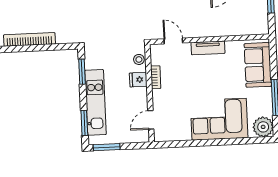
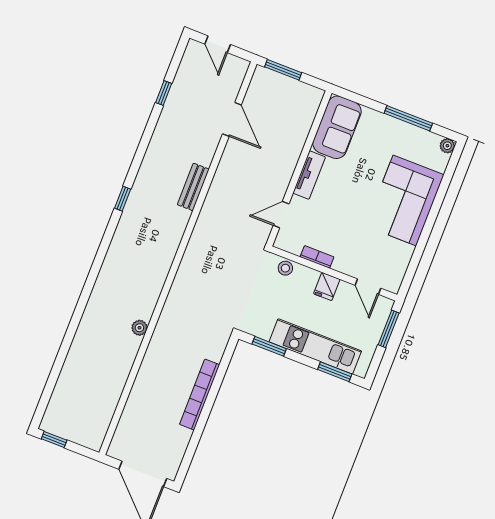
sofa: (258, 65) -> (337, 127), moved, turned -90
fridge: (138, 80) -> (327, 286), moved
plant: (263, 127) -> (447, 146), width x0.53, depth x0.53
window: (107, 147) -> (389, 329), moved

